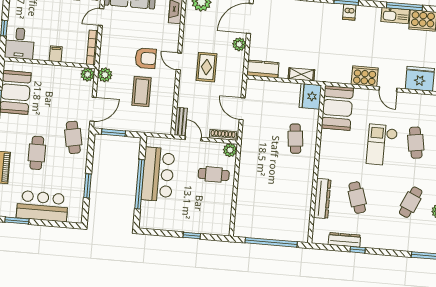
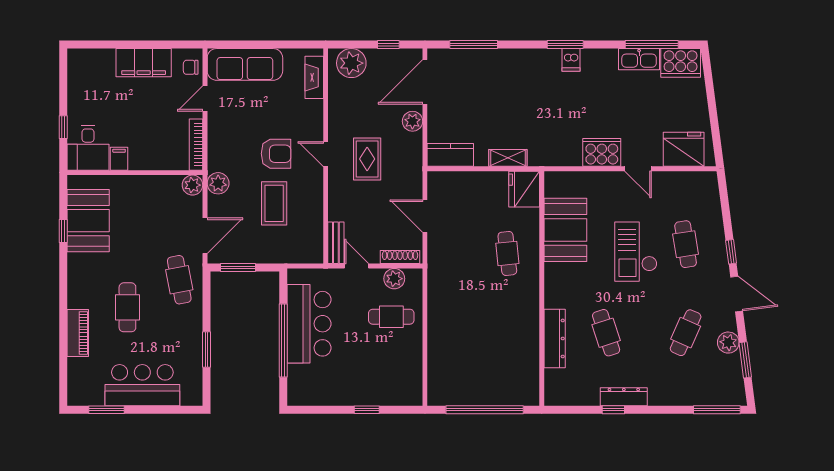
filing cabinet: (56, 54) -> (119, 159), moved
booth: (337, 108) -> (565, 230), moved
plant: (230, 150) -> (394, 279), moved
dresser: (344, 240) -> (624, 397), moved

